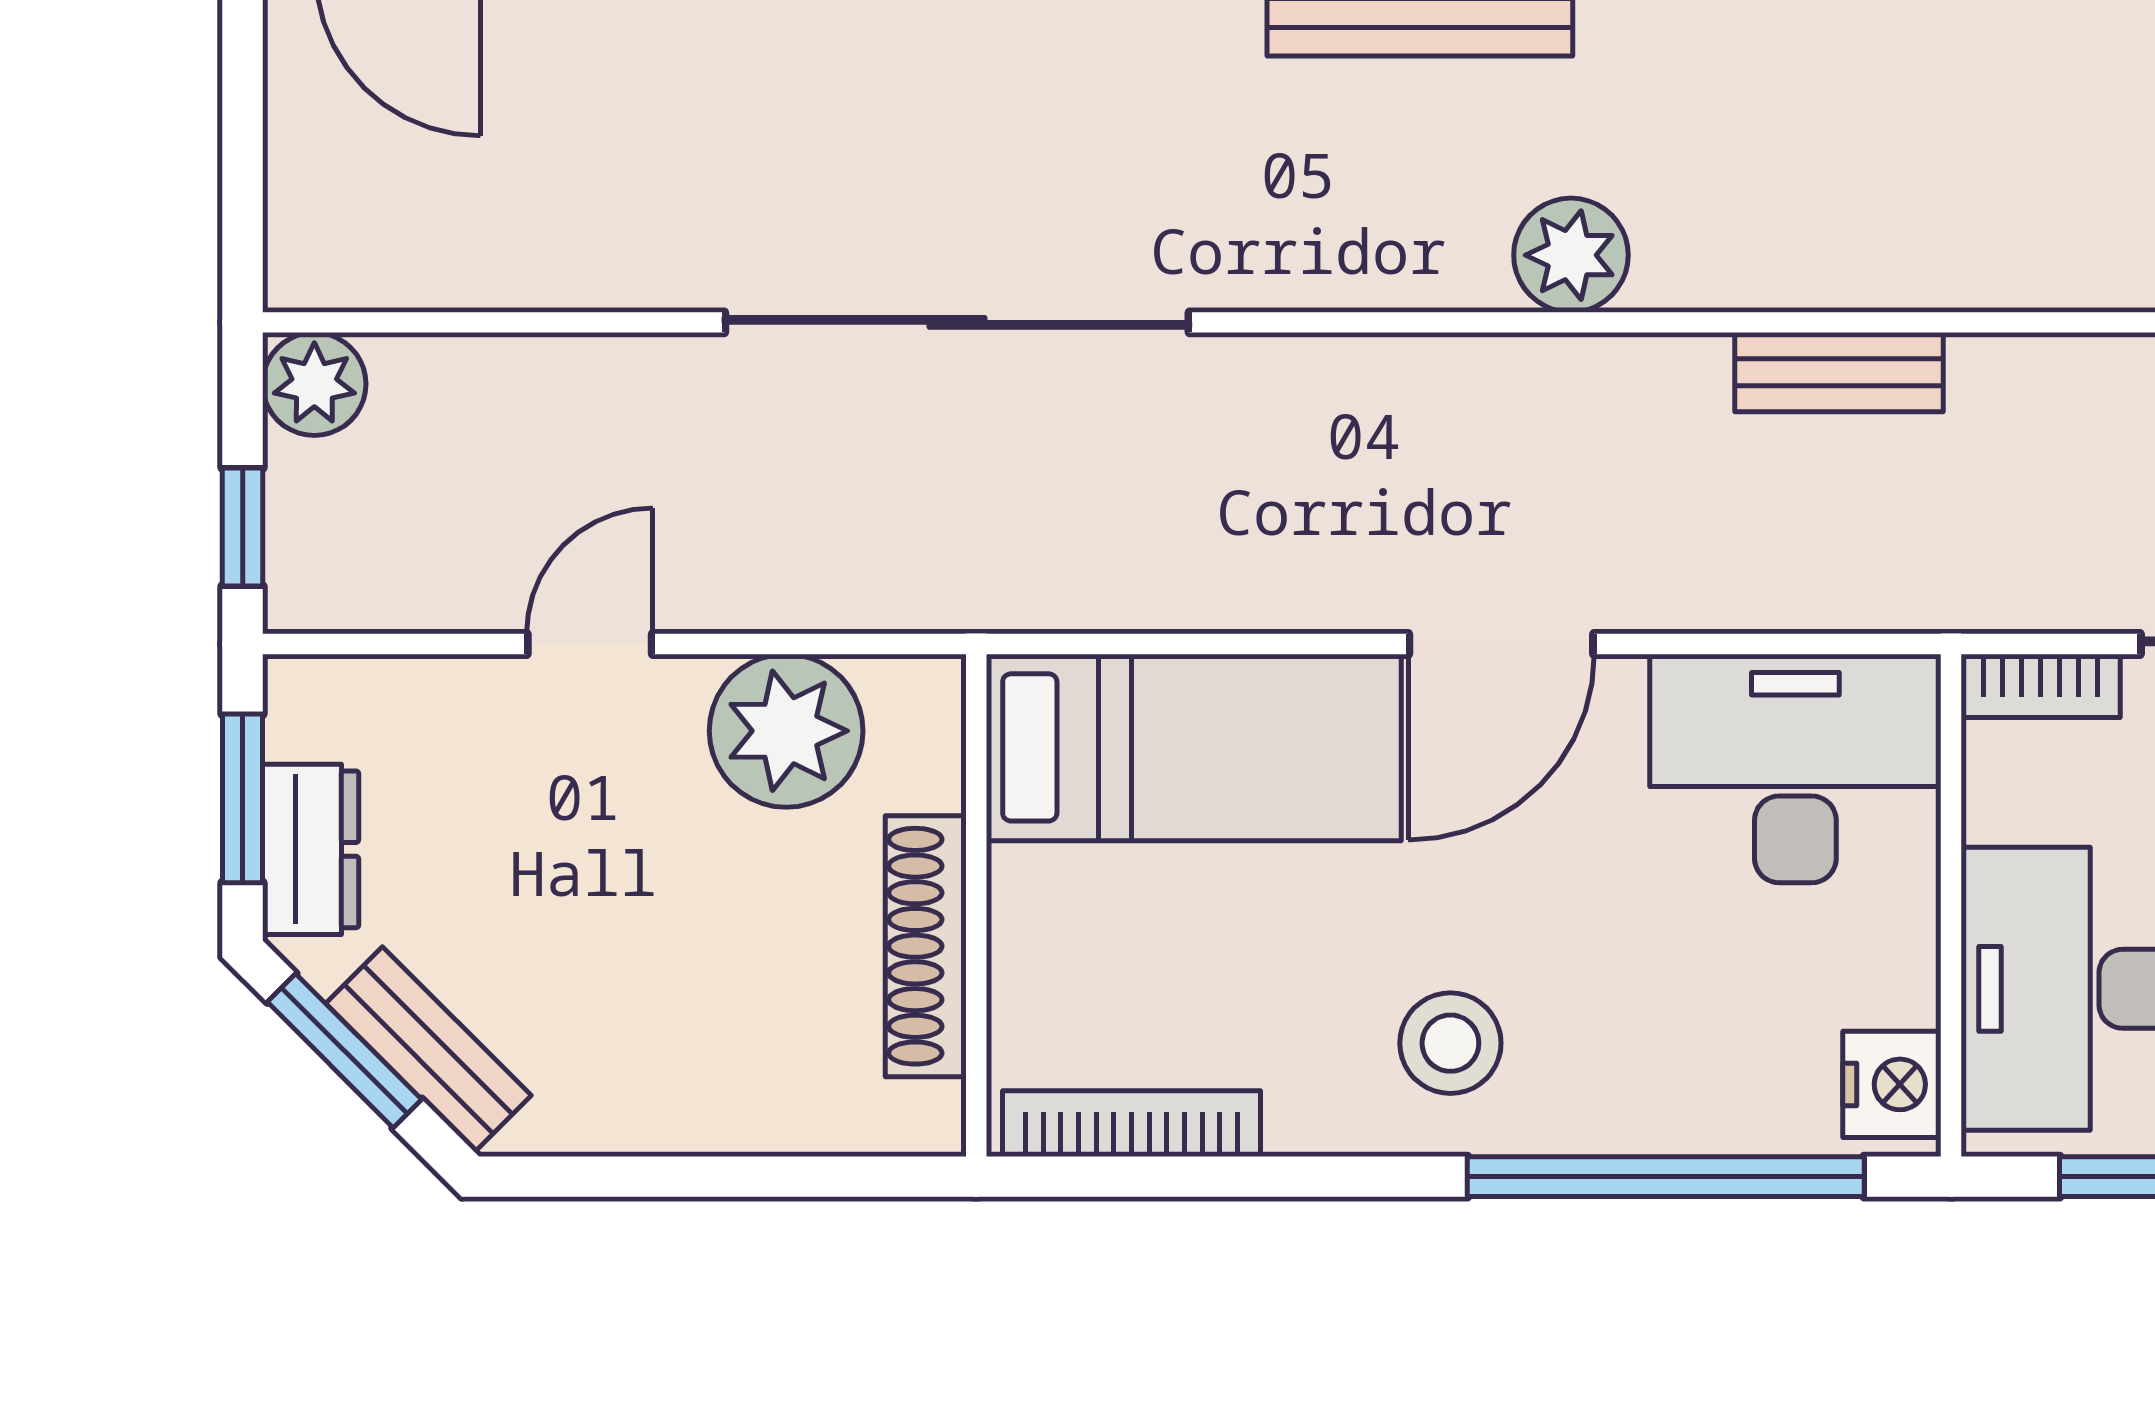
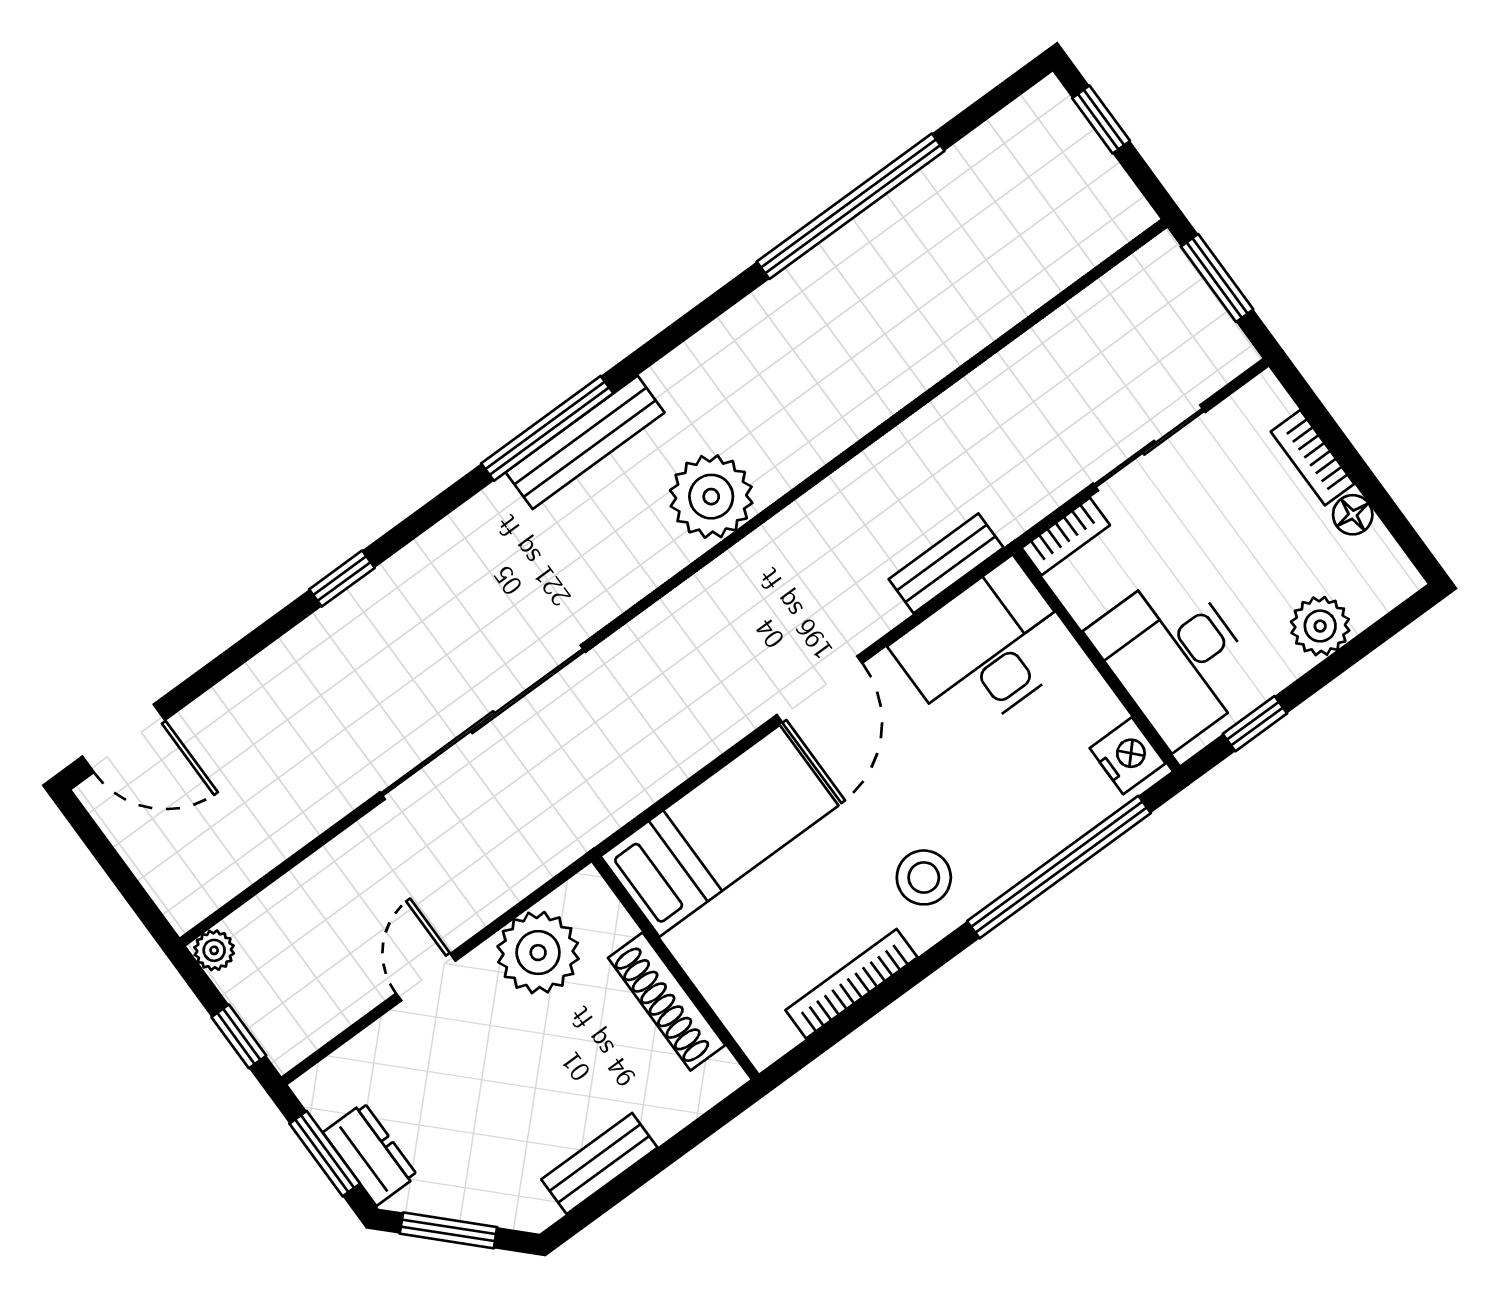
plant: (1571, 255) -> (711, 497), width x1.36, depth x1.36
bench: (1839, 372) -> (946, 563), moved
plant: (314, 384) -> (214, 950), width x0.73, depth x0.73
bench: (428, 1049) -> (599, 1163), moved, turned -45
bookcase: (1131, 1124) -> (851, 984), moved

